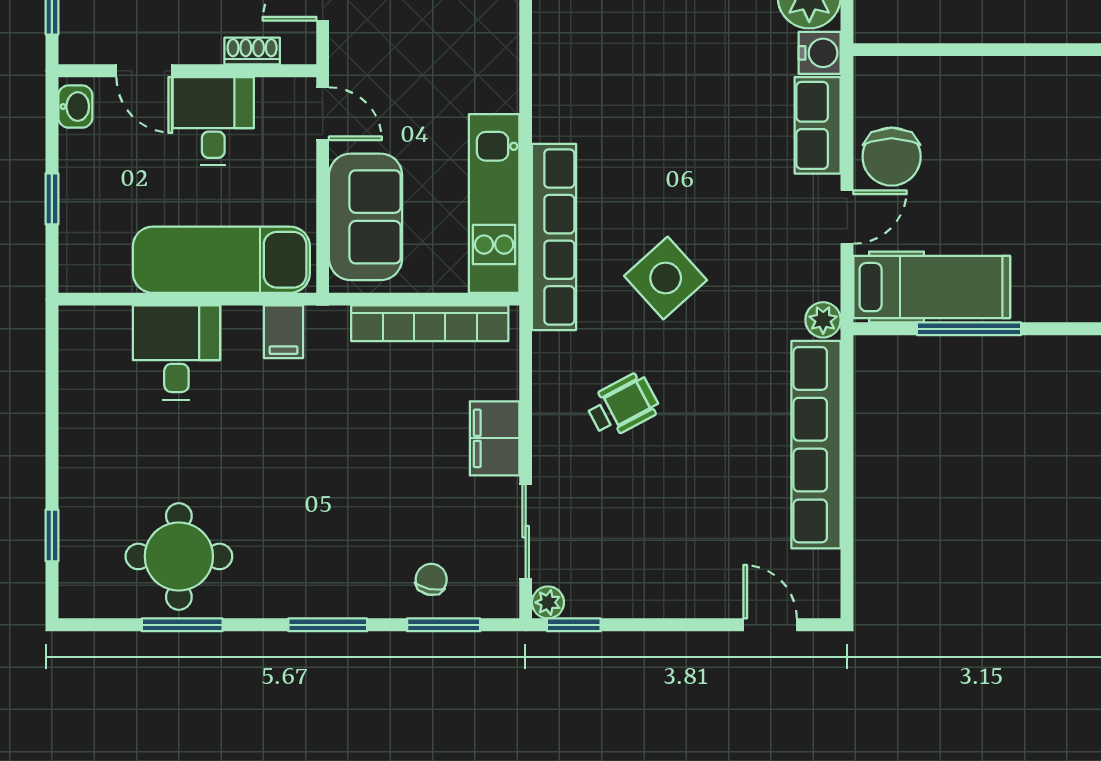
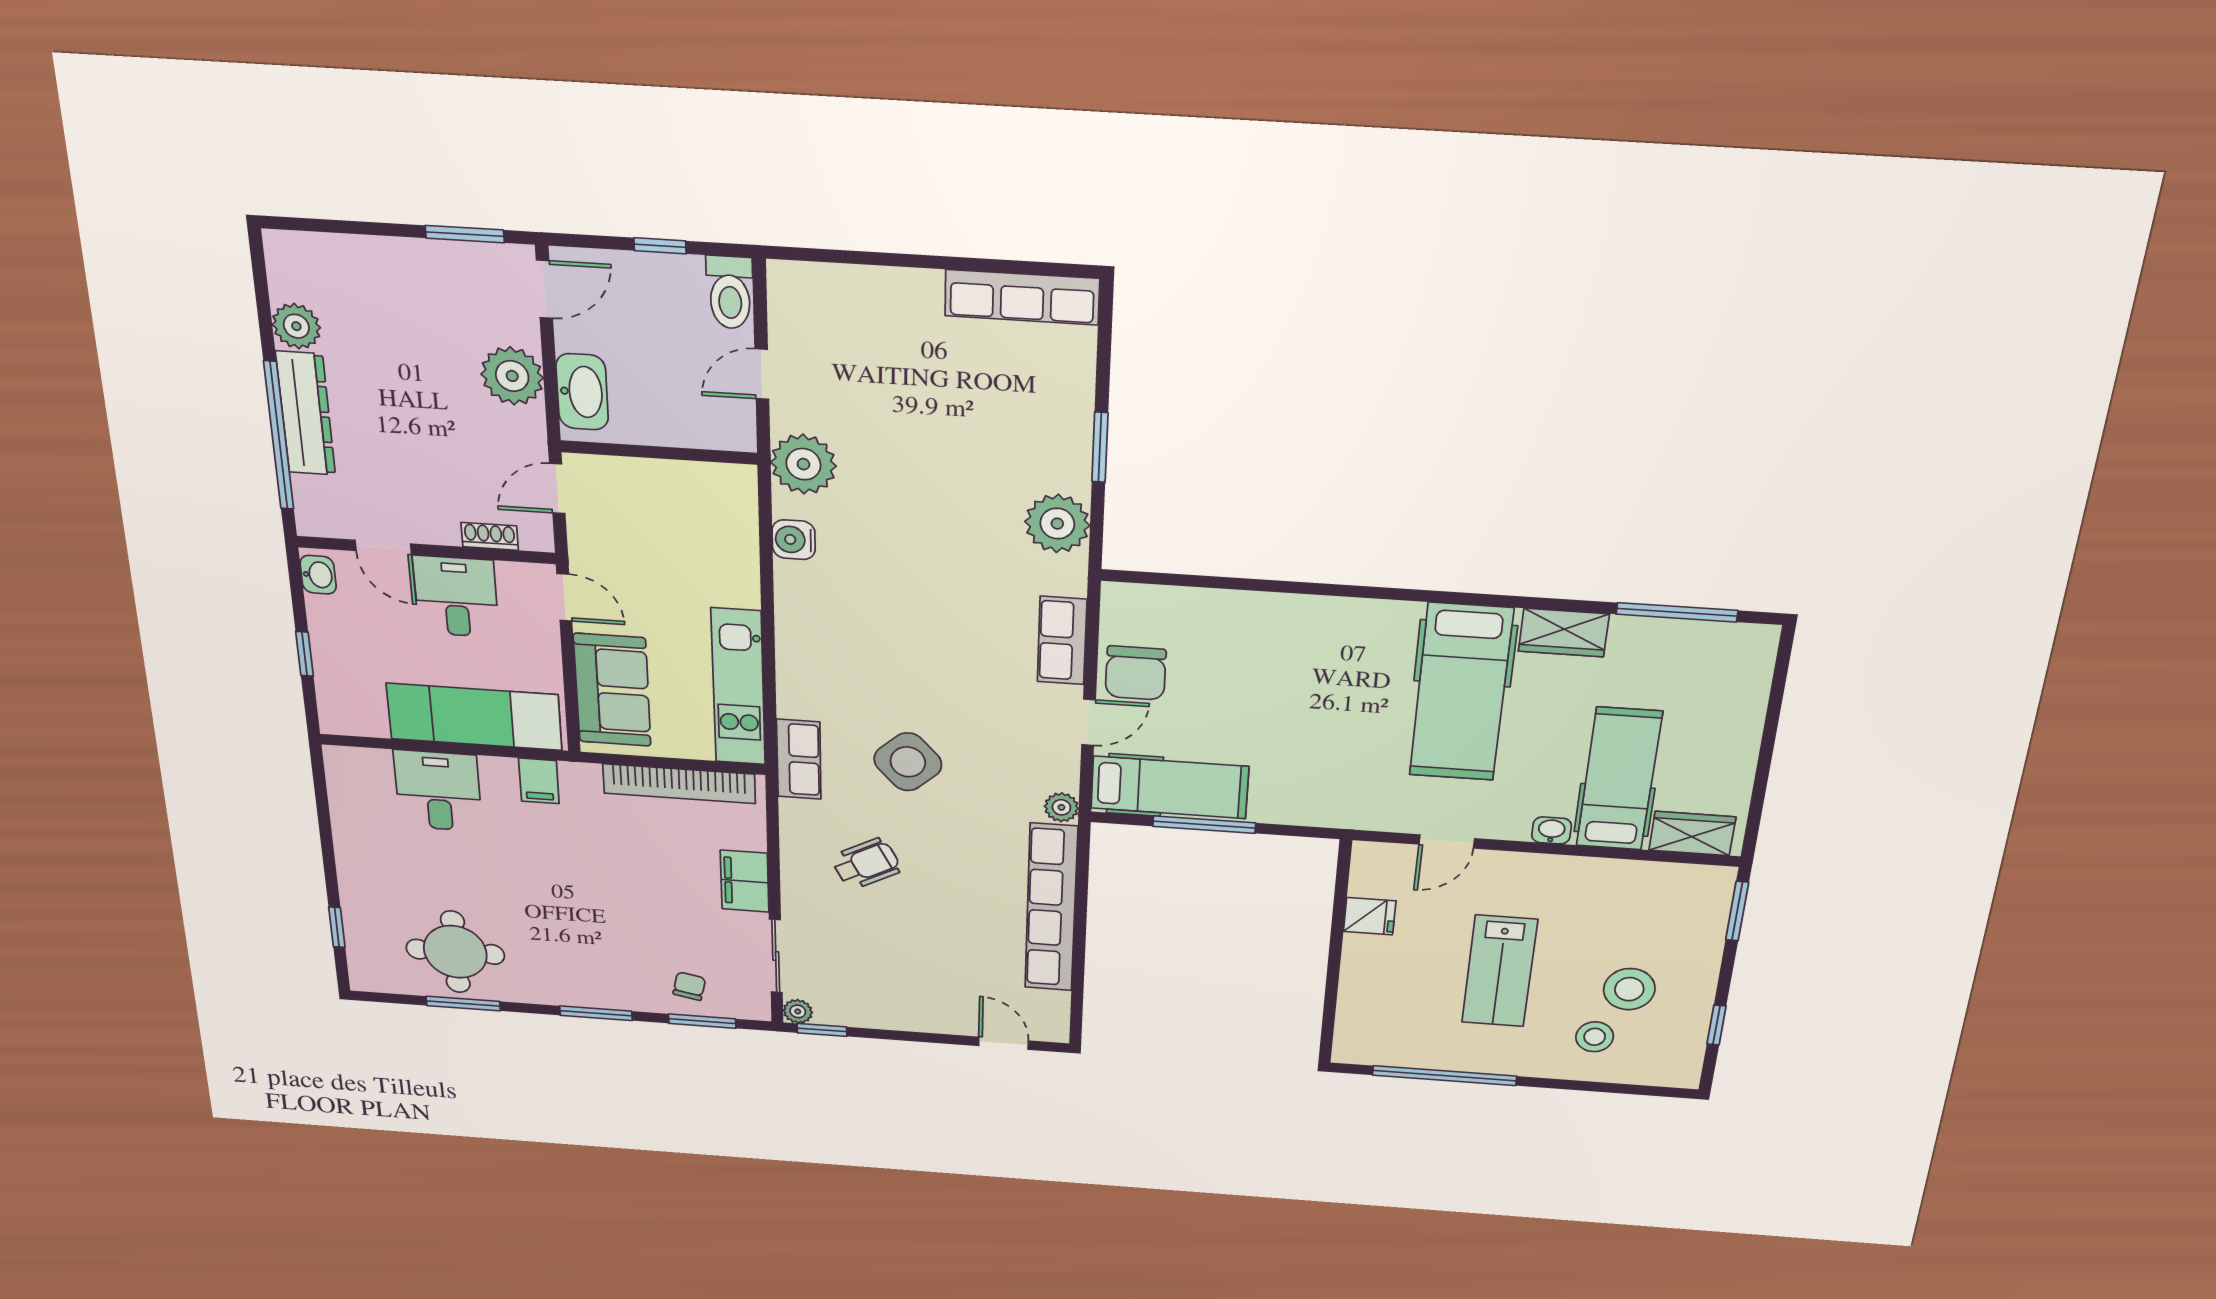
water cooler: (820, 53) -> (794, 540), moved, turned 180
row of seats: (554, 237) -> (799, 759), width x0.50

